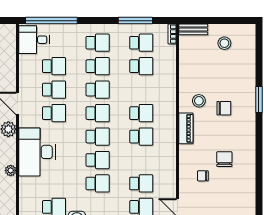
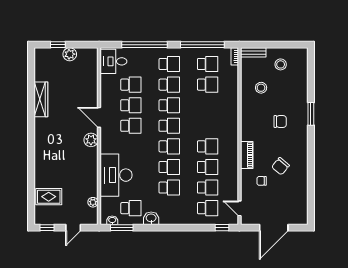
window: (51, 21) -> (144, 45), moved
window: (135, 21) -> (202, 45), width x1.46
stool: (199, 101) -> (261, 88), moved
school desk: (141, 113) -> (208, 167), moved
piano: (186, 128) -> (247, 155), moved
desk: (37, 152) -> (116, 175), moved
chair: (224, 159) -> (280, 166), turned -140
plant: (11, 170) -> (93, 202), moved

